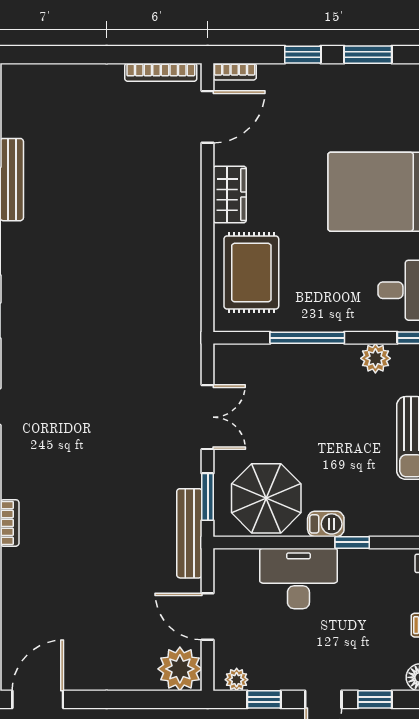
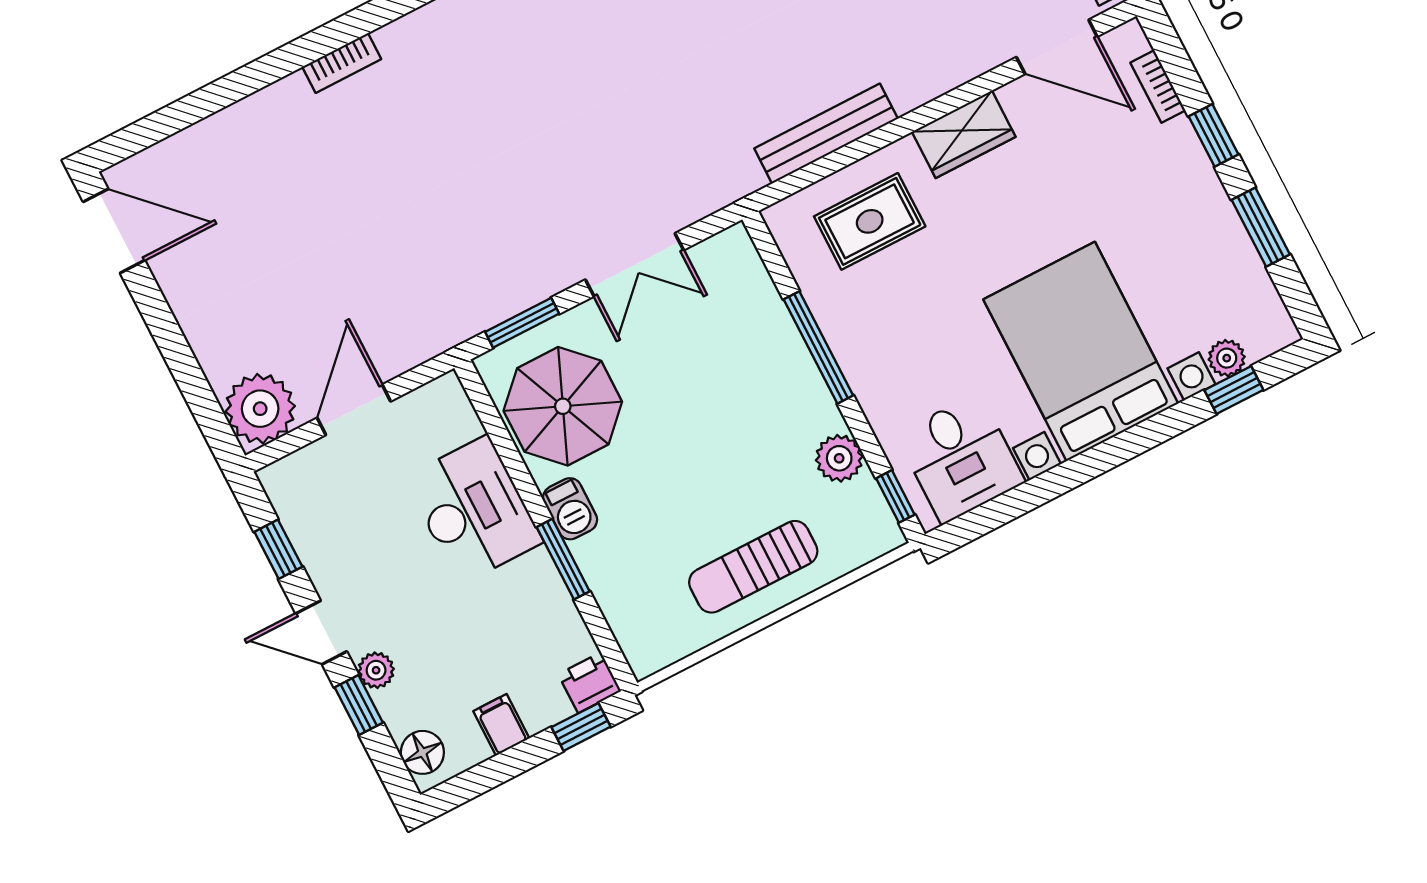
bookcase: (235, 72) -> (1158, 86), moved
rug: (251, 273) -> (870, 221), width x0.73, depth x0.70
bench: (189, 533) -> (826, 134), moved
window: (352, 542) -> (563, 559), width x1.50
plant: (237, 680) -> (376, 670), moved

